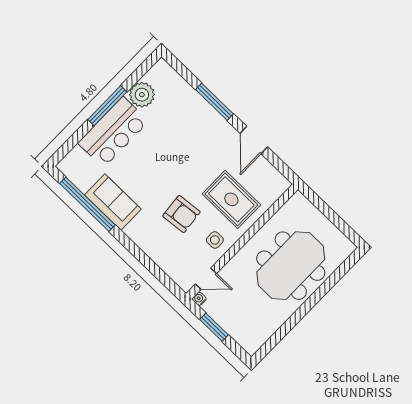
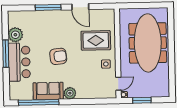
armchair: (181, 214) -> (58, 56), moved
plant: (136, 231) -> (70, 93), added
meeting table: (291, 266) -> (148, 43), width x1.36

